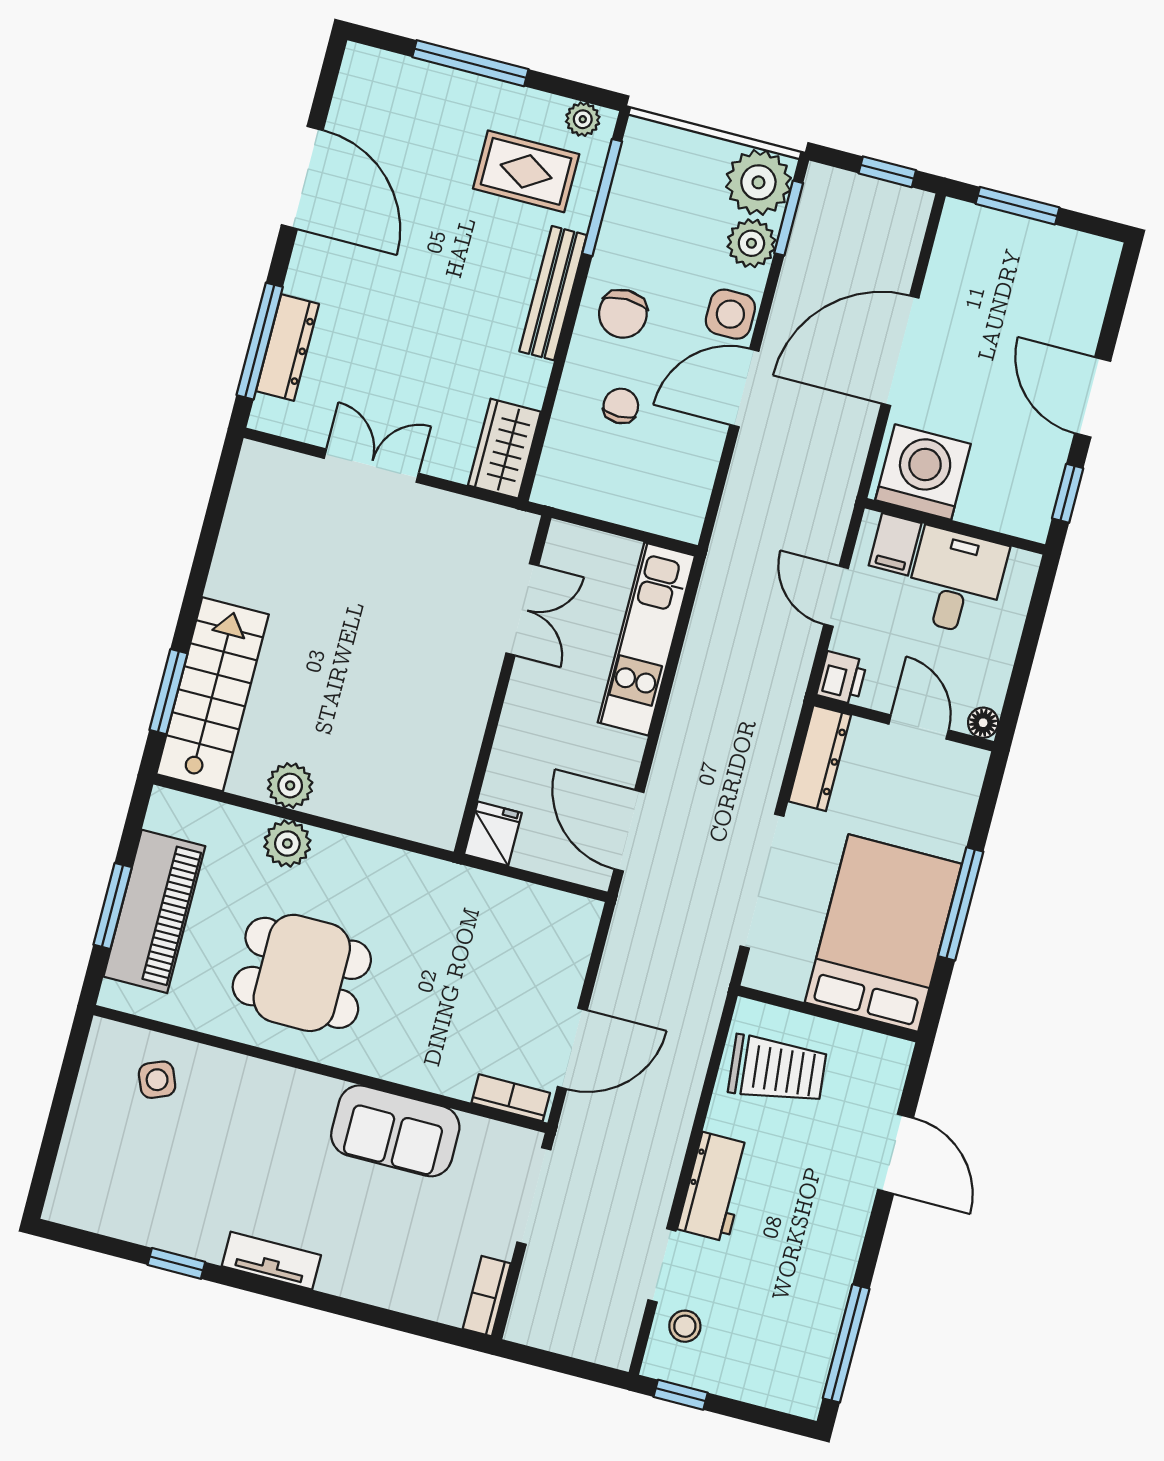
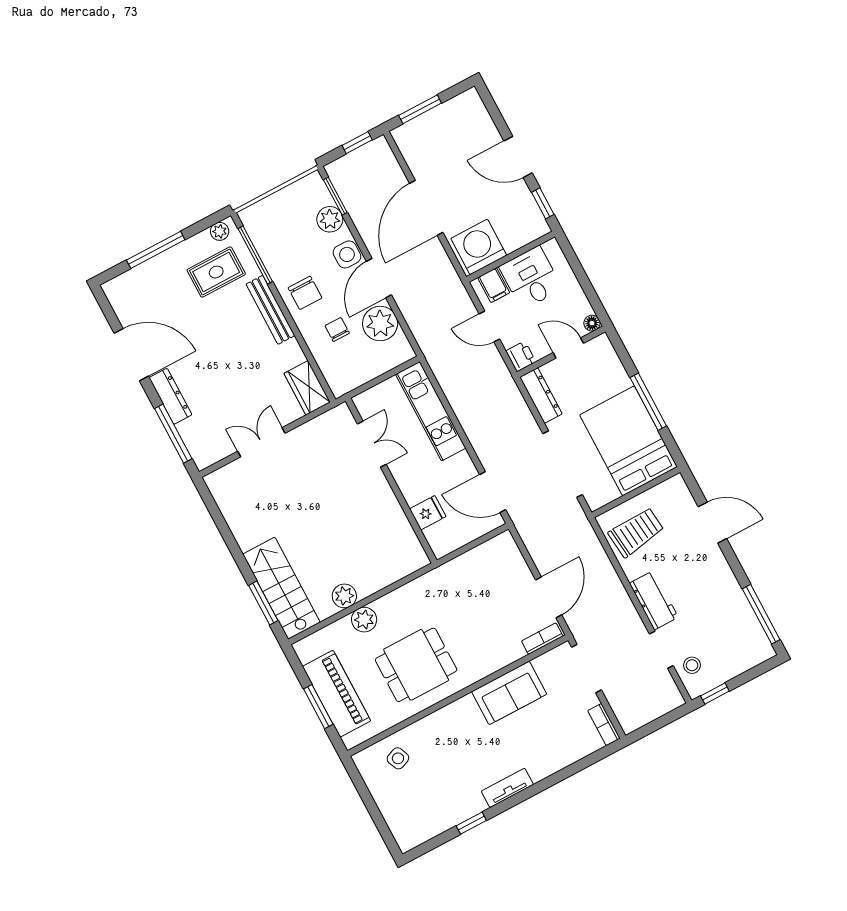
plant: (758, 182) -> (380, 323), moved
dresser: (287, 348) -> (170, 396), moved
fridge: (493, 834) -> (428, 513), moved, turned 90

